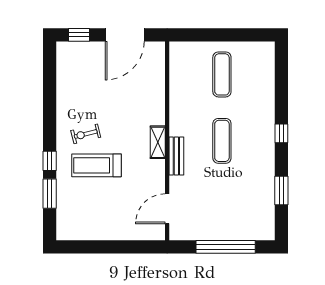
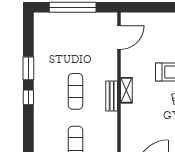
bench: (176, 156) -> (112, 96), moved
window: (281, 191) -> (28, 68), moved

